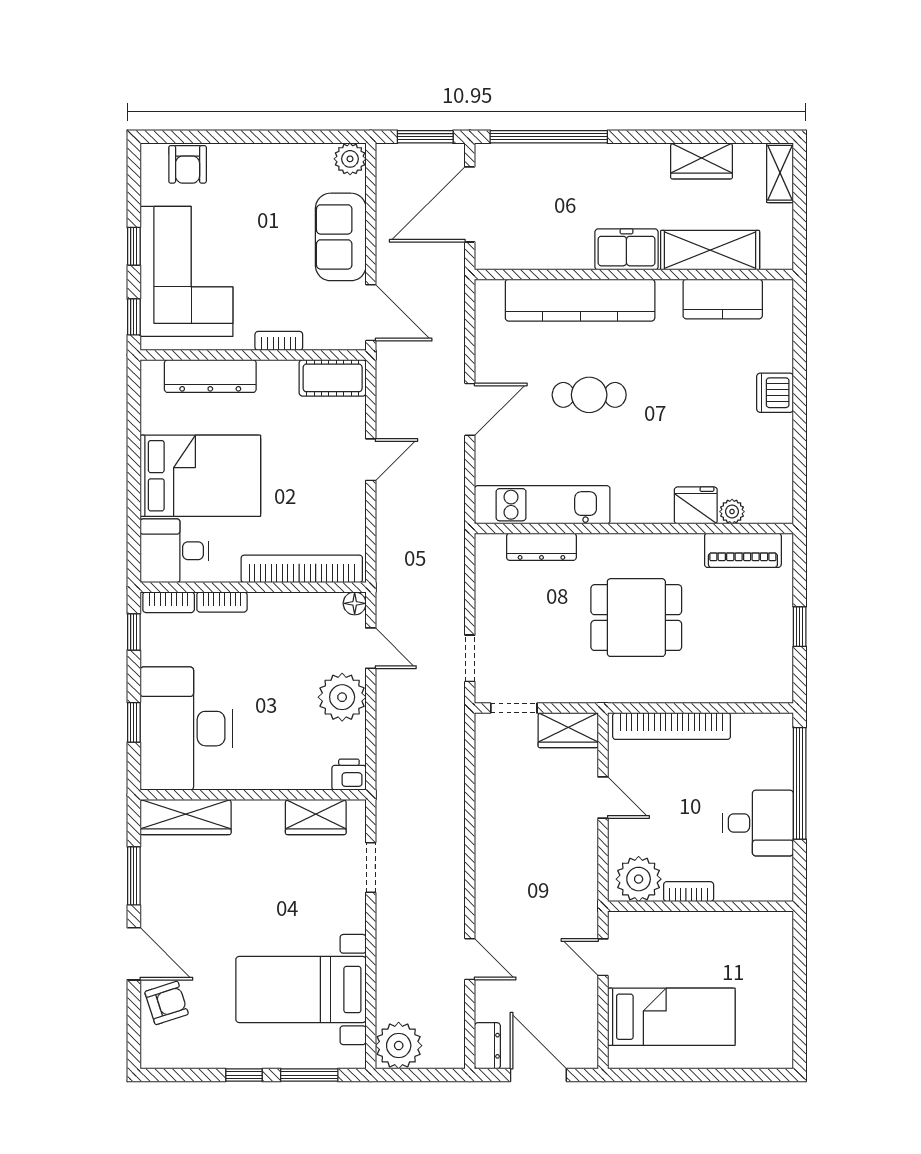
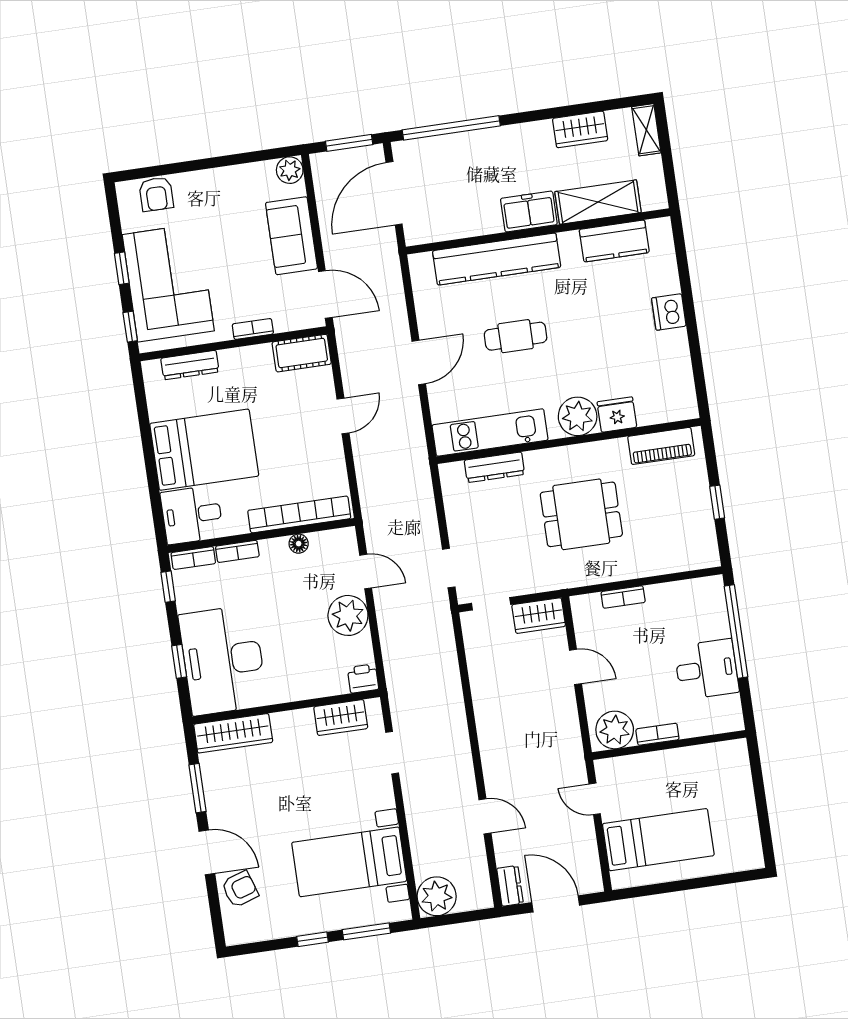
dresser: (210, 376) -> (190, 365), width x0.73, depth x0.80
plant: (732, 512) -> (578, 416), moved, width x1.88, depth x1.88
floor lamp: (355, 603) -> (299, 544), moved
bookcase: (672, 726) -> (623, 597), width x0.43, depth x0.76

